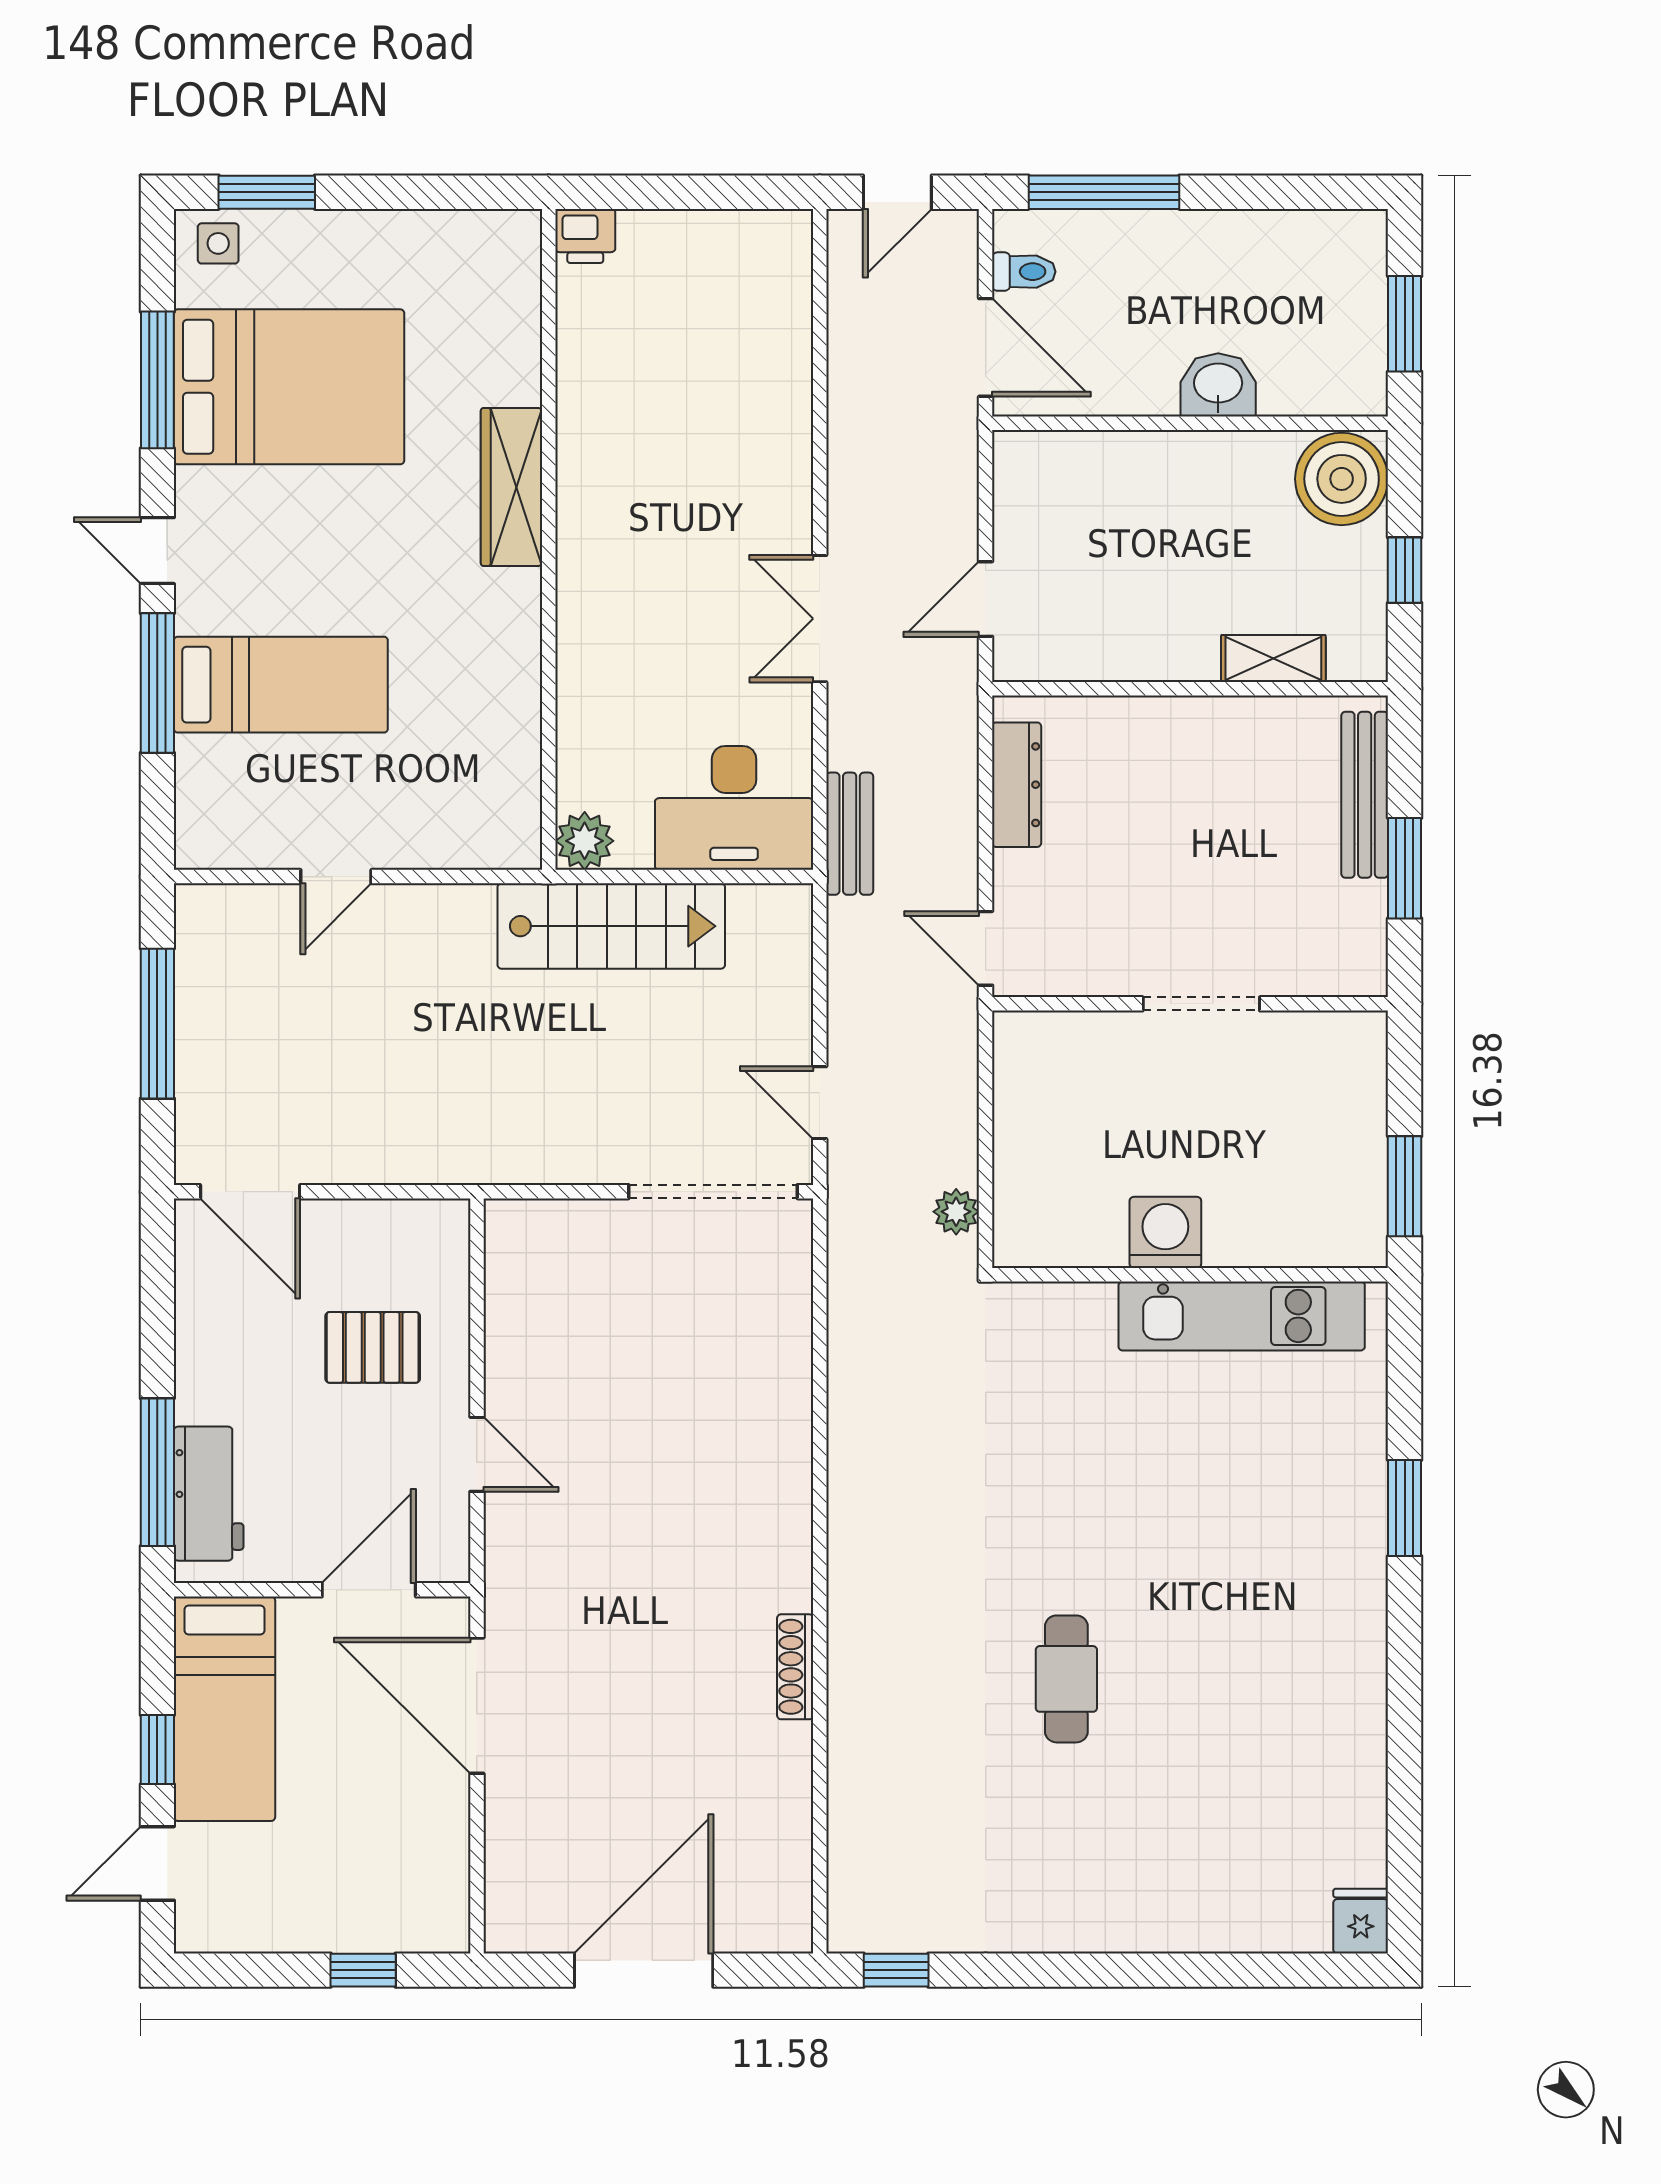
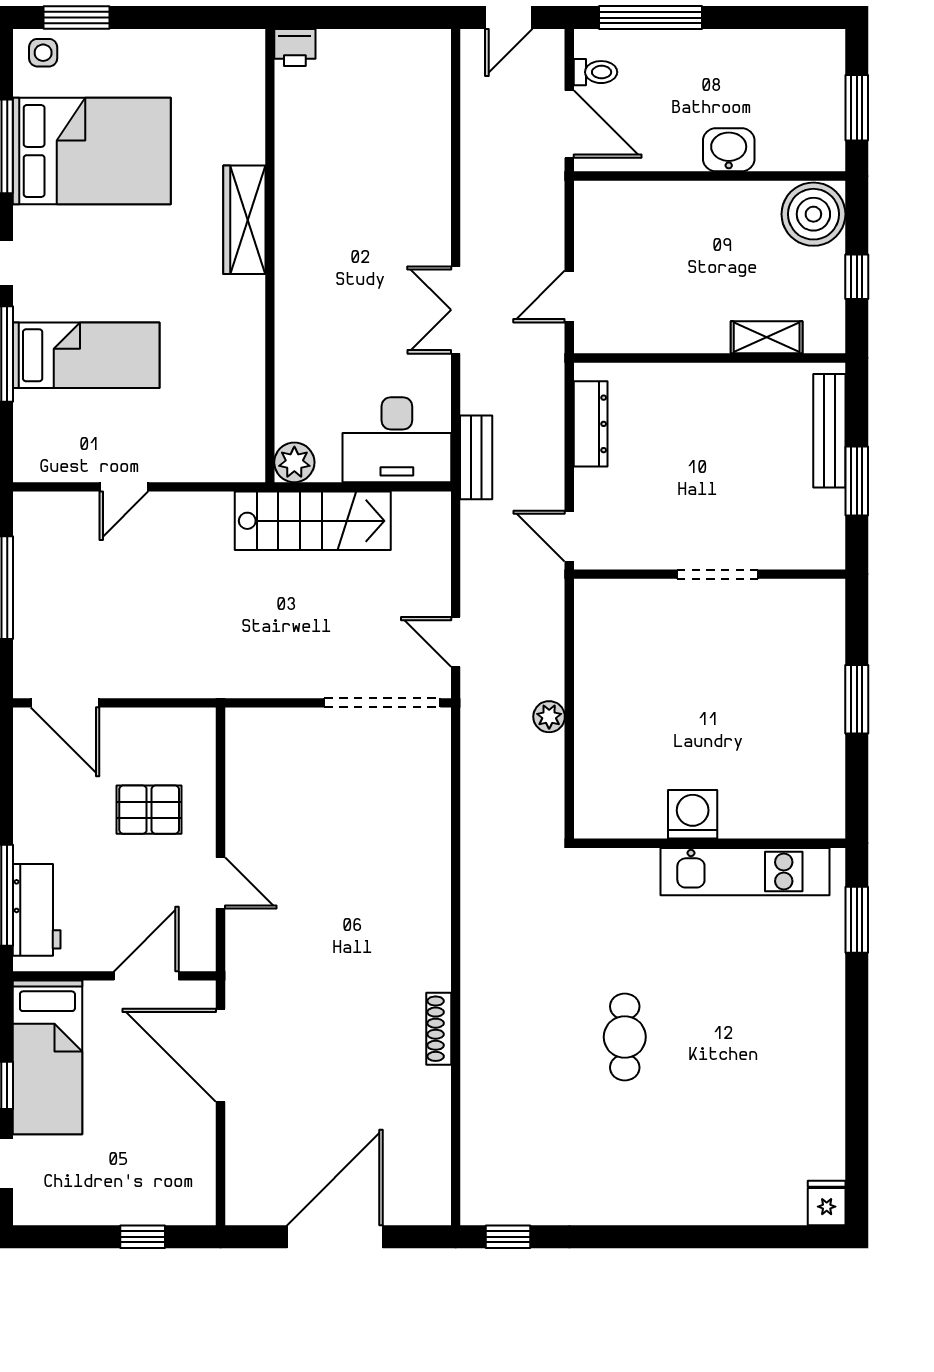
washing machine: (1165, 1232) -> (693, 814), moved
wall: (1190, 1275) -> (710, 843), moved
kitchen unit: (1242, 1316) -> (745, 872), moved

